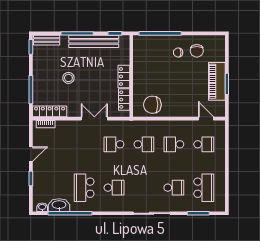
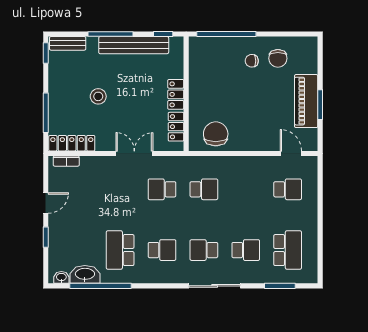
chair: (152, 105) -> (216, 134), turned 90
school desk: (174, 144) -> (204, 250), moved

